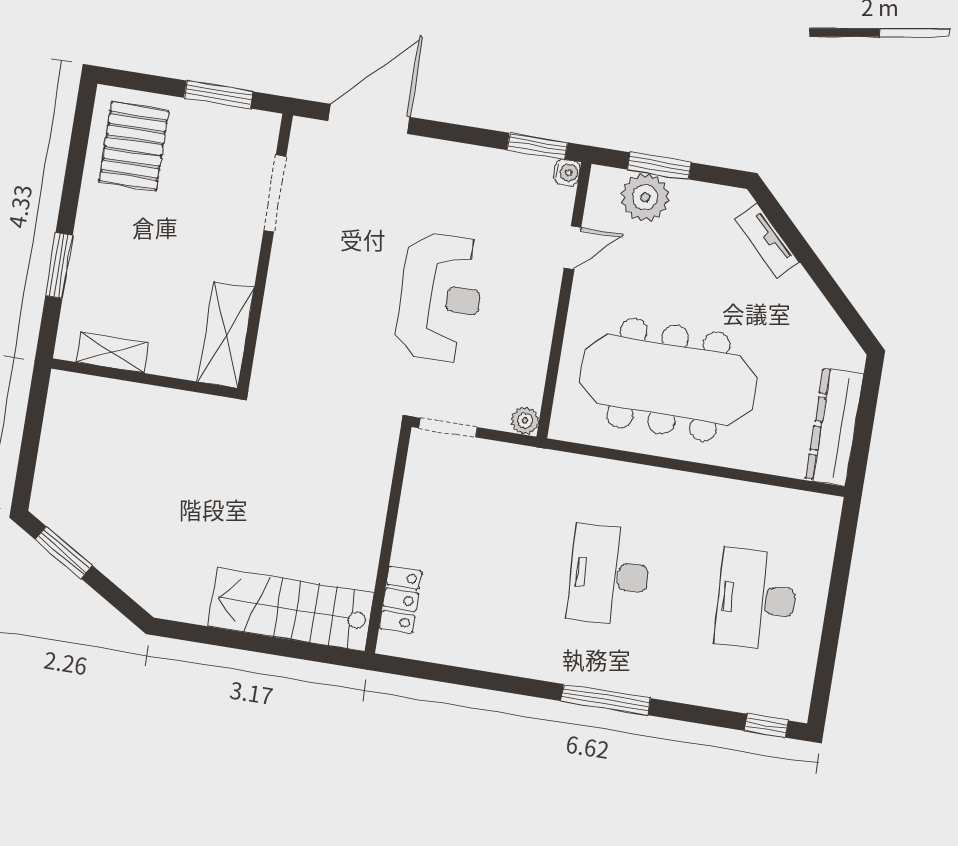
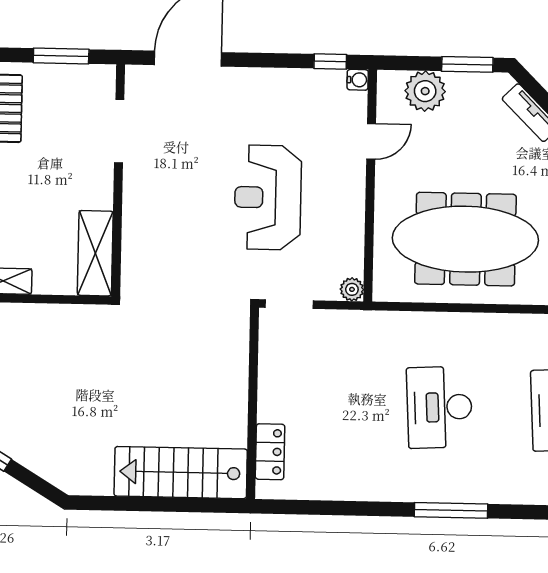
window: (537, 146) -> (330, 62), width x0.67
window: (659, 166) -> (467, 64), moved
reception desk: (440, 297) -> (268, 197), turned 180

